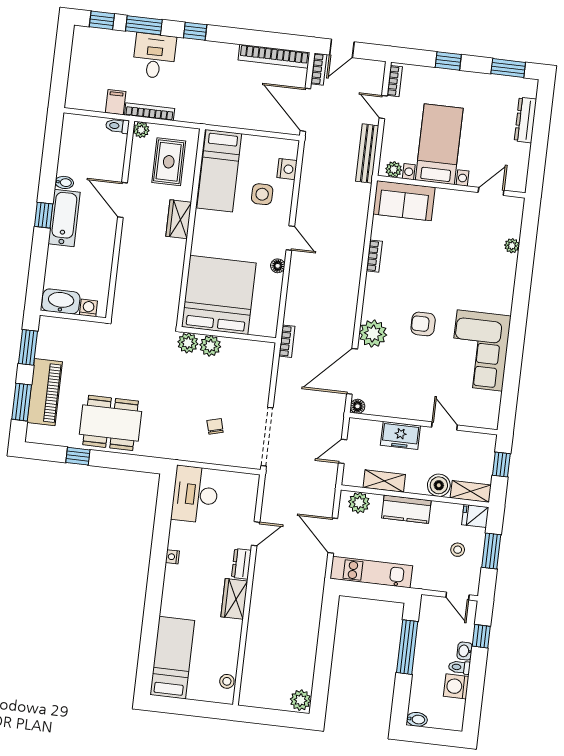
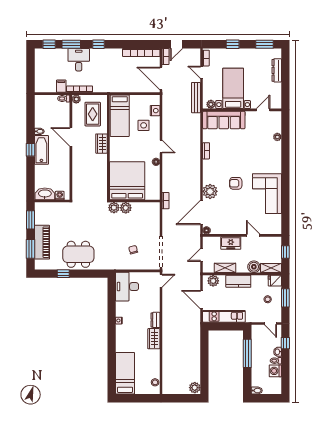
sofa: (404, 201) -> (224, 120), width x1.36
door: (256, 534) -> (161, 281), moved

